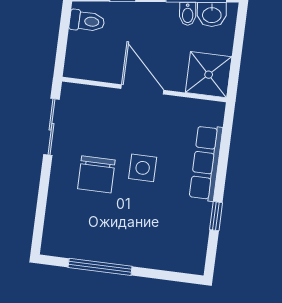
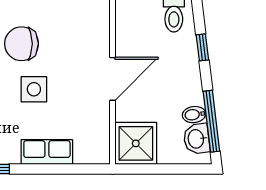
row of seats: (206, 163) -> (47, 152), width x0.68

